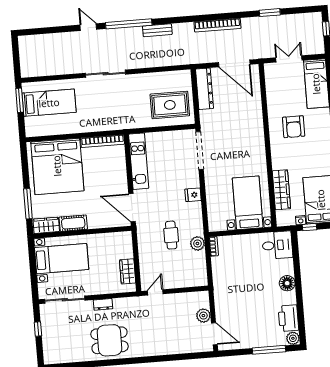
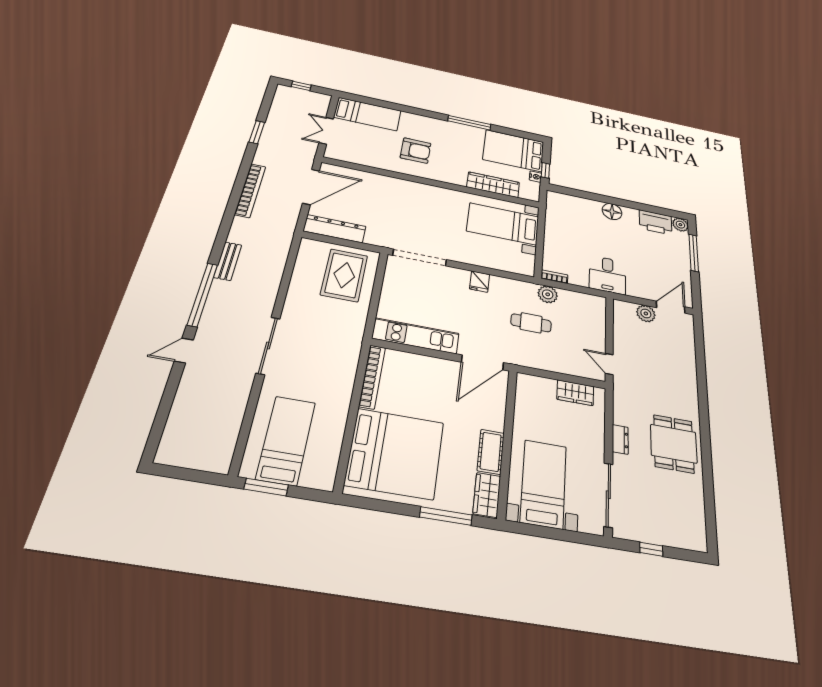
desk: (277, 245) -> (608, 275), moved, turned 180

